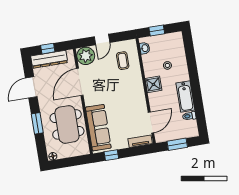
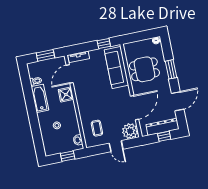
door: (102, 40) -> (116, 146), swing flipped
shower: (153, 84) -> (66, 94), moved
dining table: (67, 124) -> (144, 69), width x0.73

